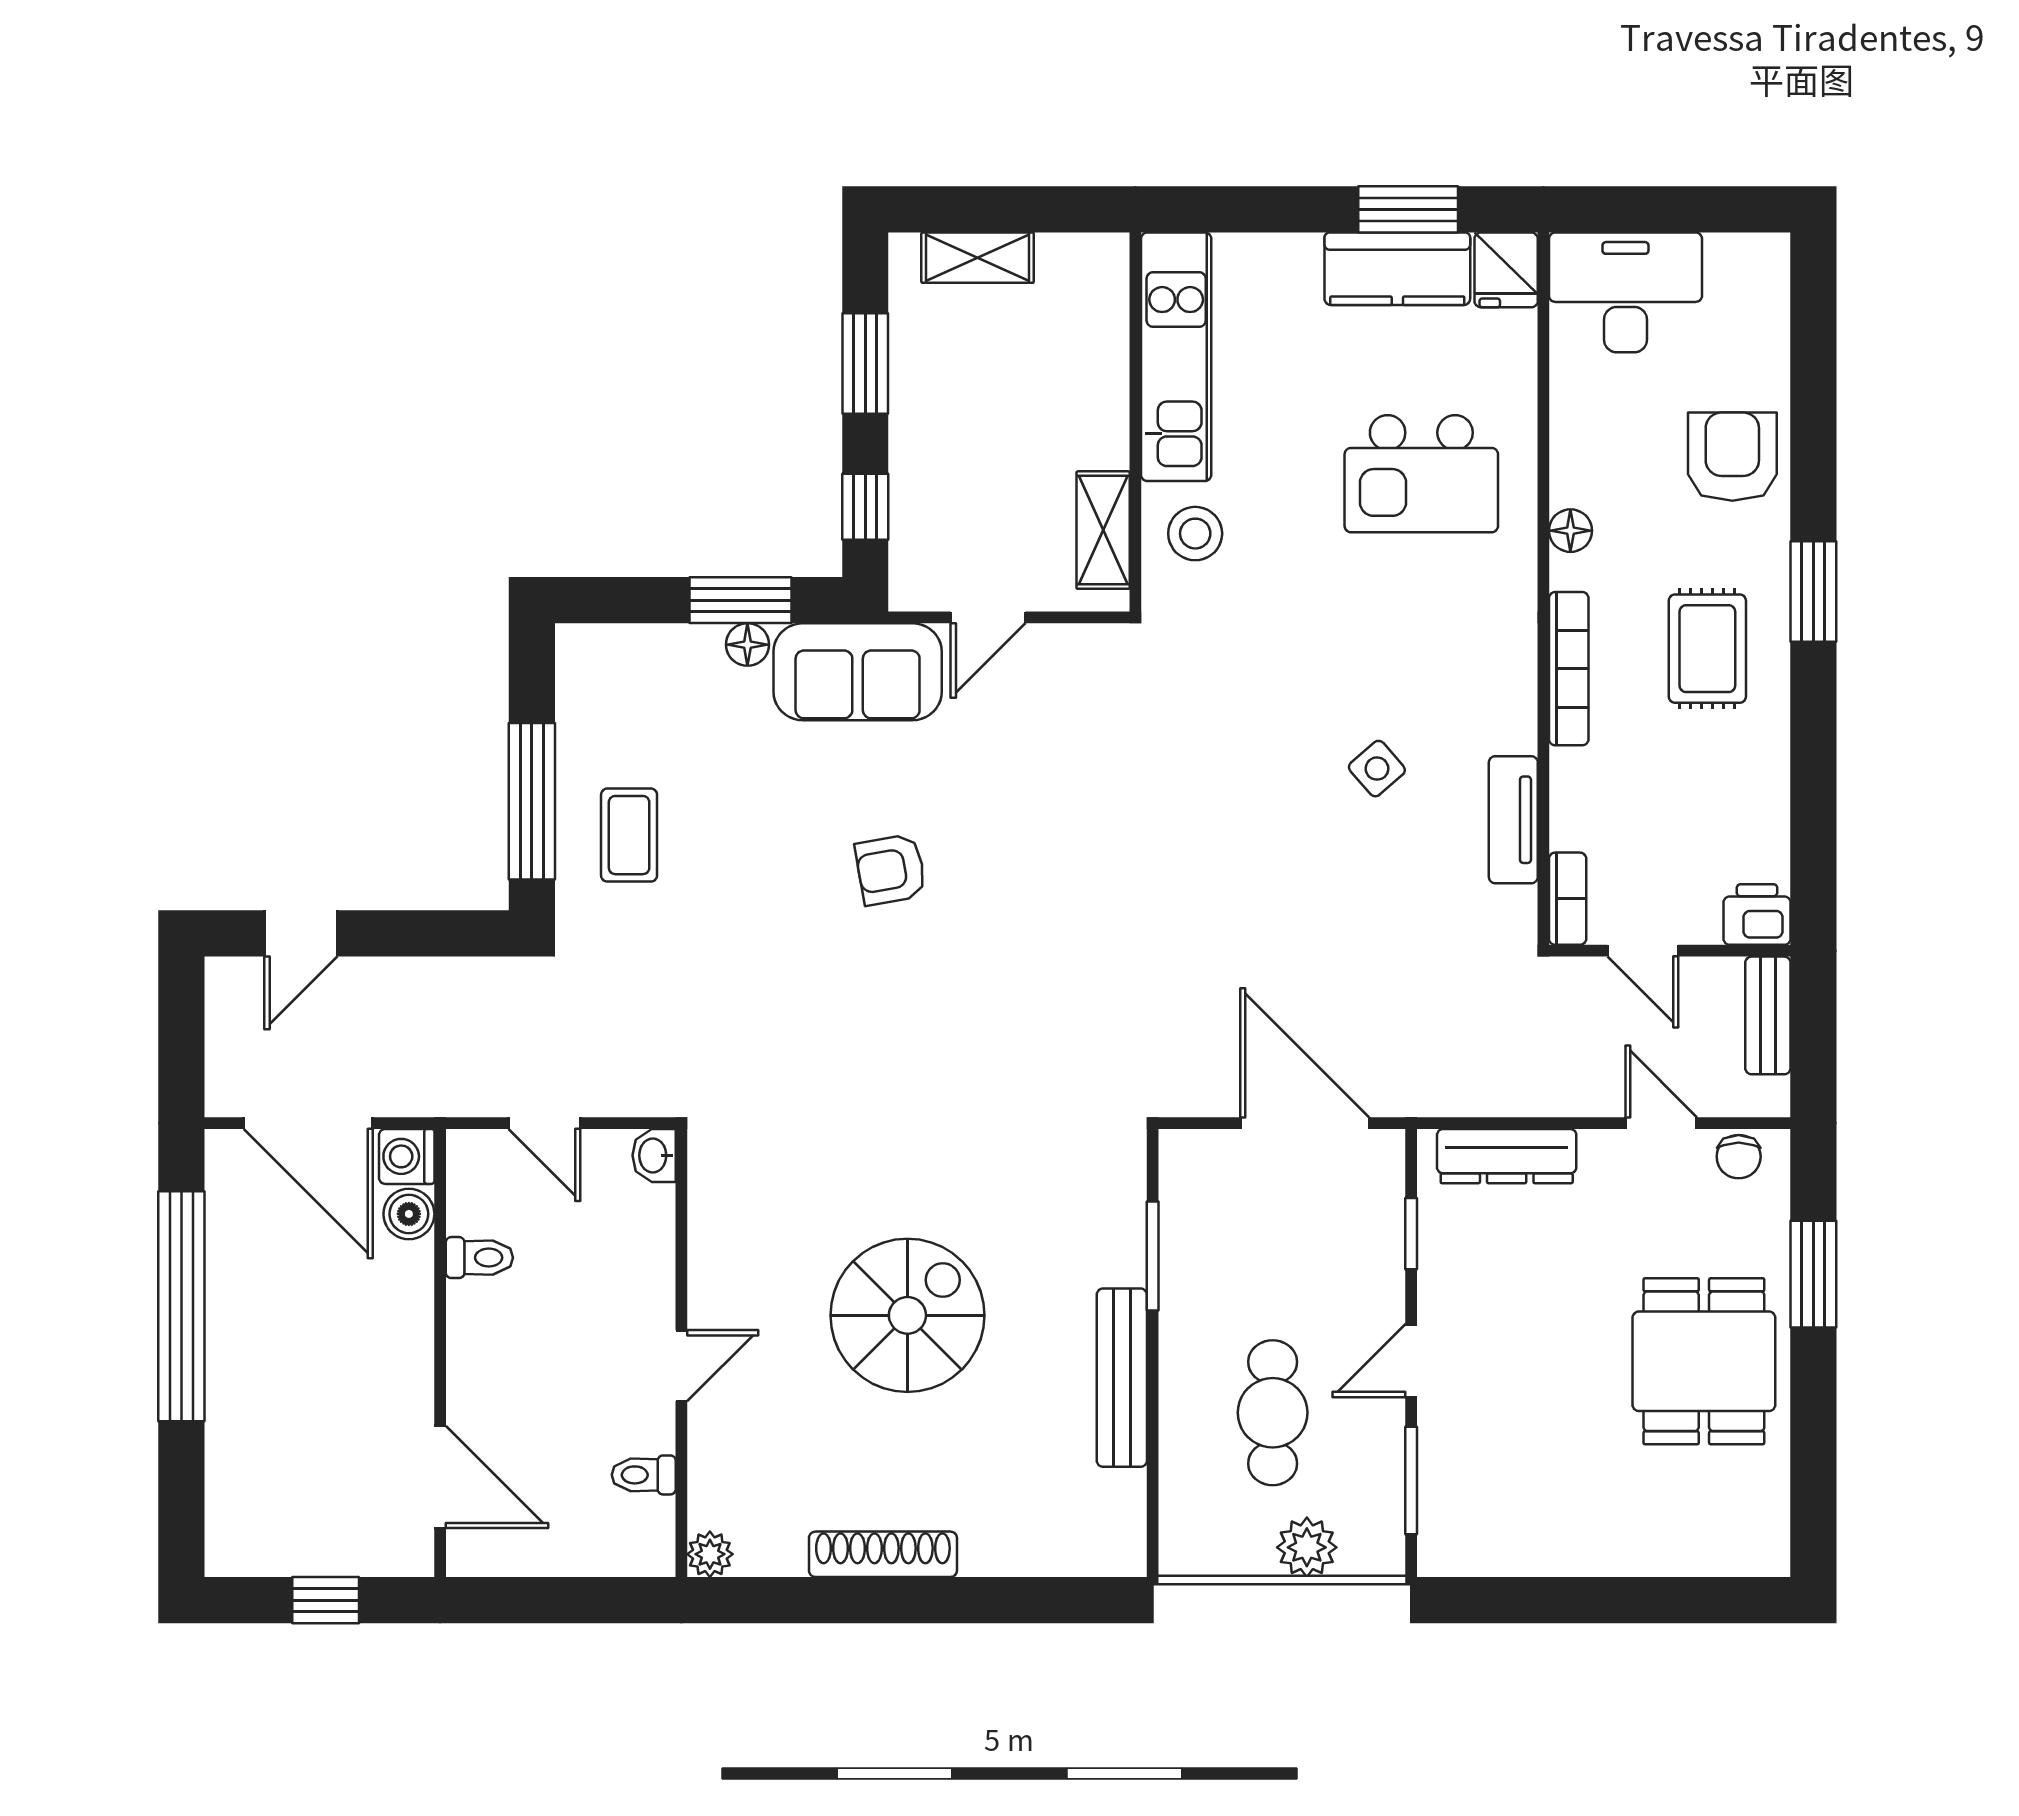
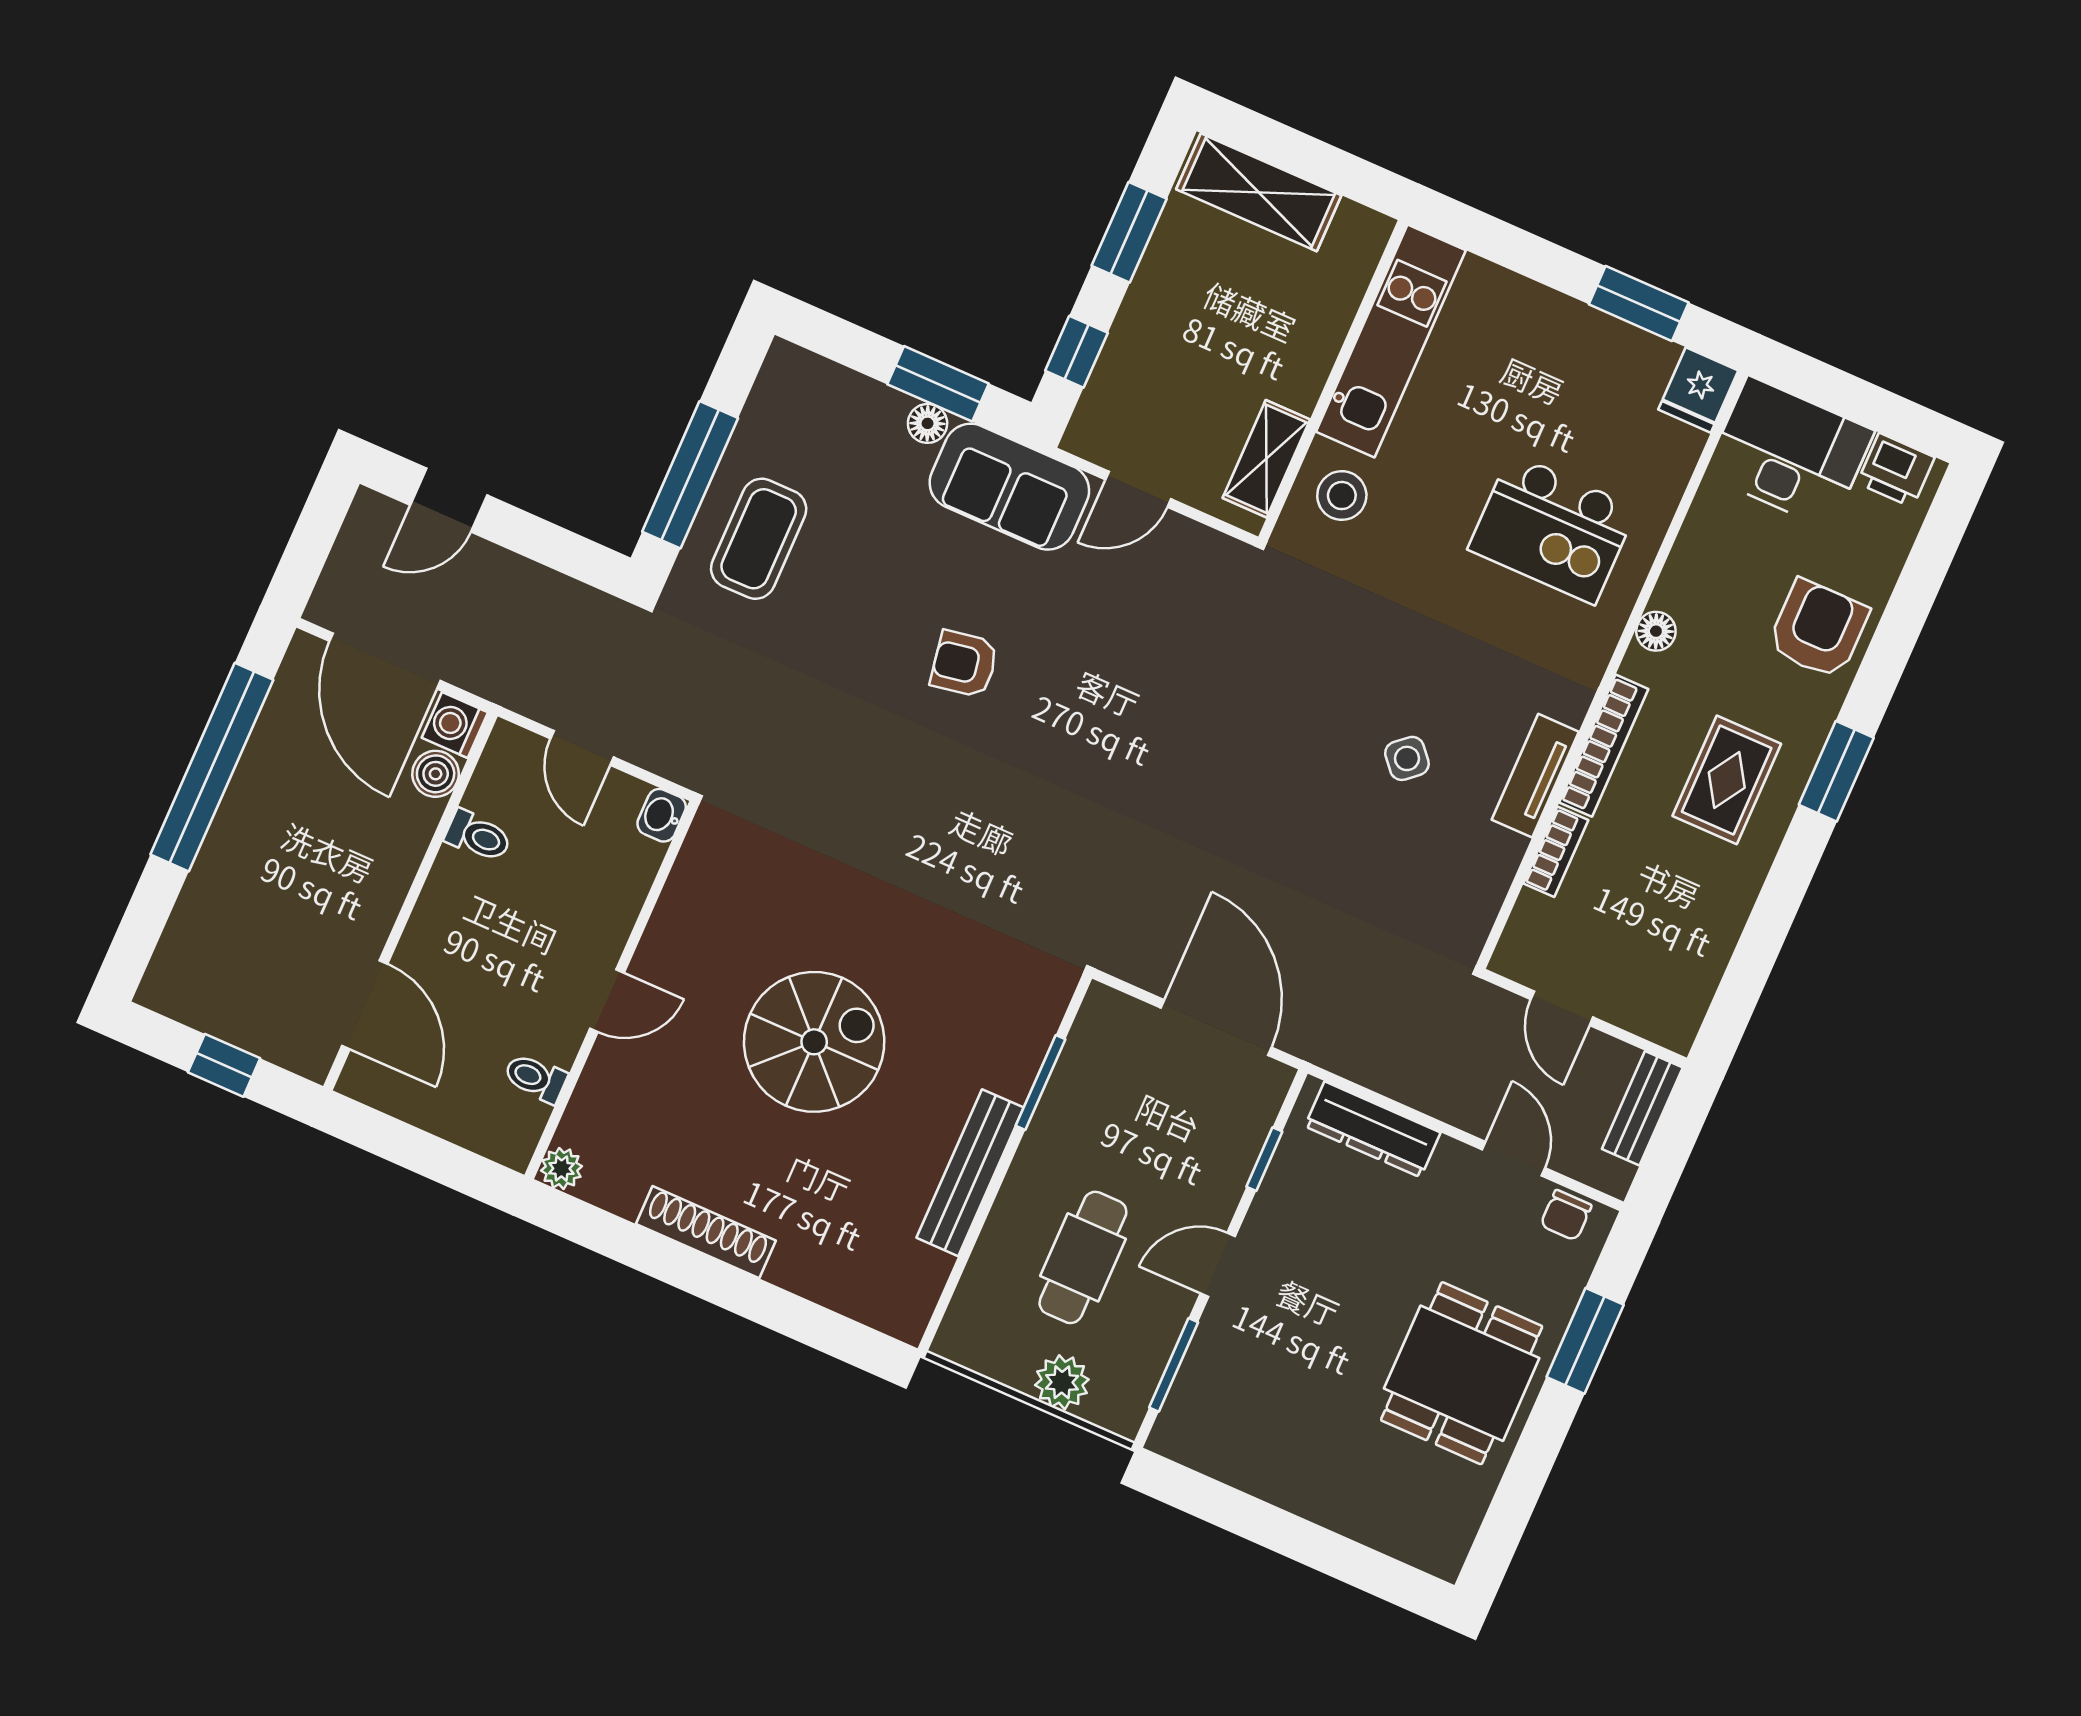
shelving: (978, 258) -> (1259, 192), width x1.50, depth x1.33
kitchen counter: (1397, 269) -> (1608, 349), removed
tv unit: (1513, 820) -> (1535, 776), moved
coffee table: (629, 835) -> (759, 539), width x1.36, depth x1.30
bookcase: (1568, 899) -> (1556, 852), moved
printer: (1757, 915) -> (1896, 470), moved, turned 180

